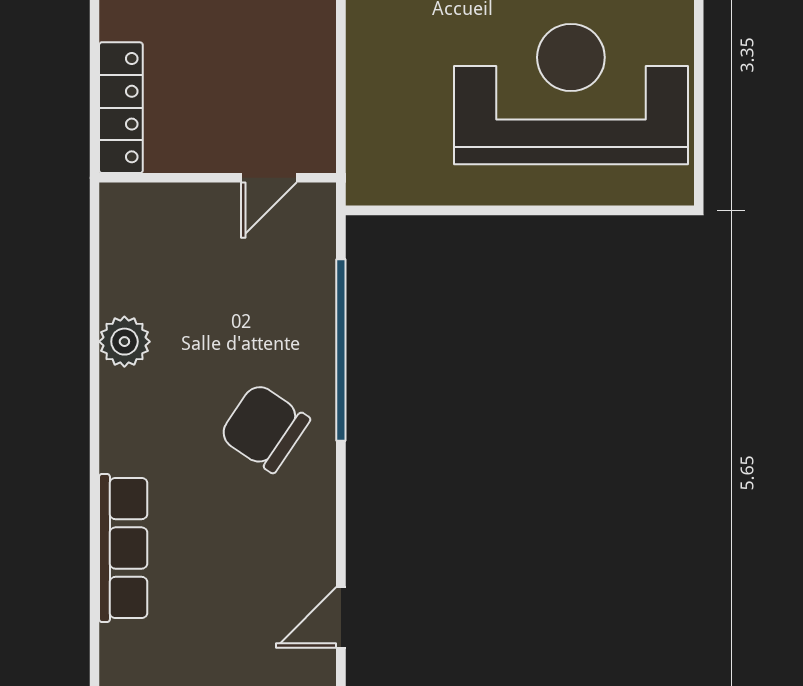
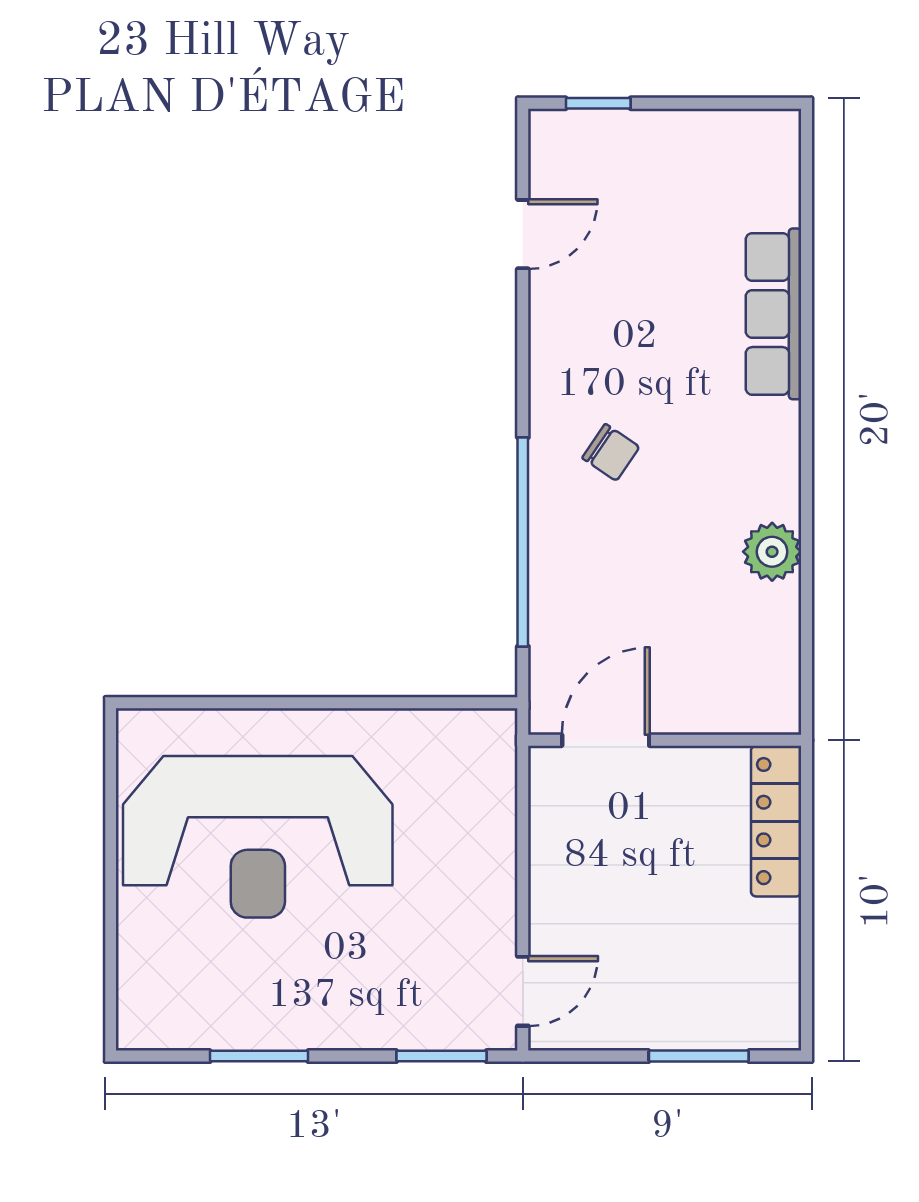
door: (269, 178) -> (606, 740), width x1.38
chair: (264, 428) -> (611, 452), width x0.54, depth x0.54

